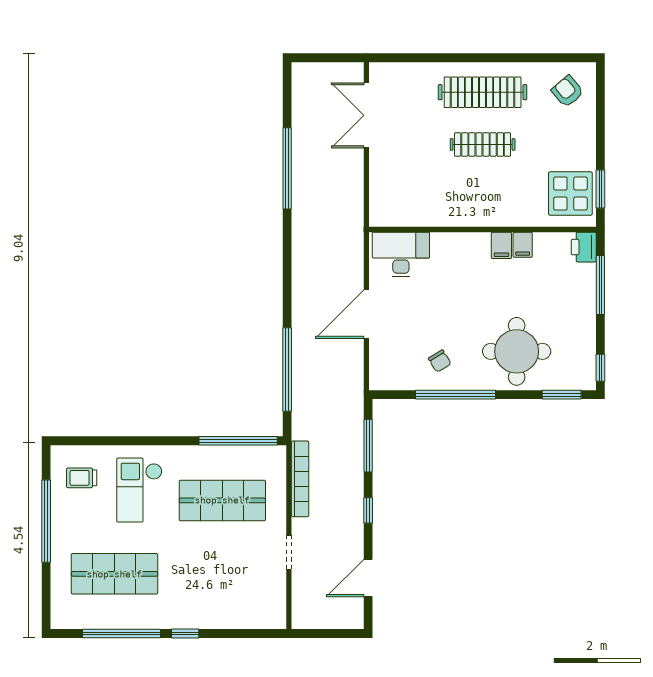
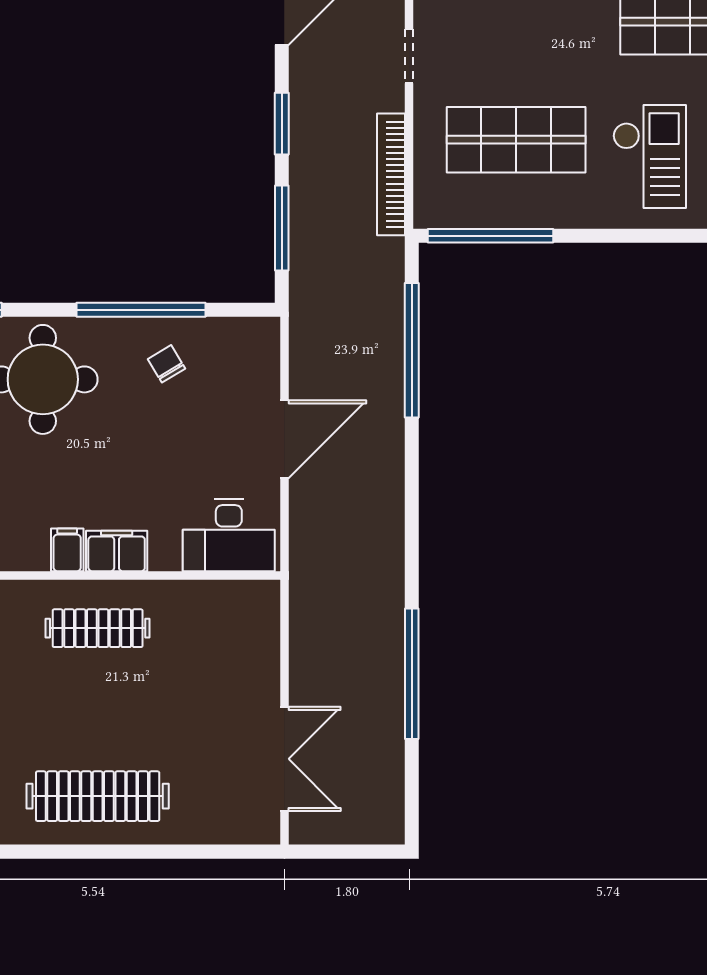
clothes rail: (483, 144) -> (98, 628), moved
filing cabinet: (523, 245) -> (117, 551), moved, width x2.00
window: (368, 510) -> (282, 124), width x1.50

